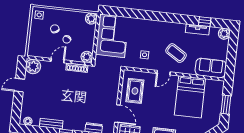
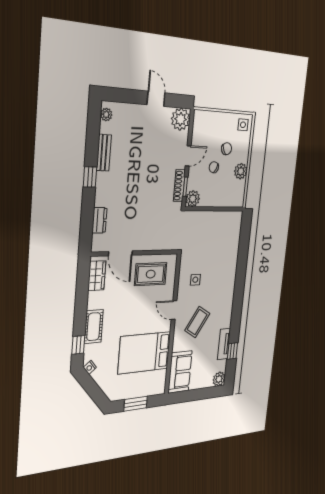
plant: (91, 19) -> (241, 171), moved
corner sofa: (112, 36) -> (218, 231), removed
door: (58, 61) -> (188, 156), hinge flipped
door: (117, 114) -> (120, 253), hinge flipped

